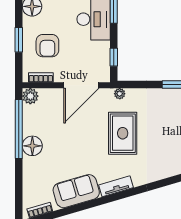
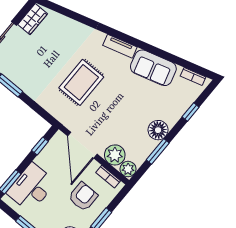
door: (81, 85) -> (82, 145), swing flipped
plant: (120, 94) -> (115, 155), moved, width x1.88, depth x1.88
window: (19, 129) -> (158, 151), width x0.47
window: (19, 181) -> (191, 112), added

